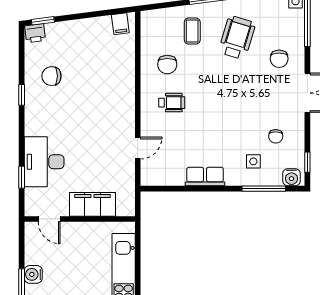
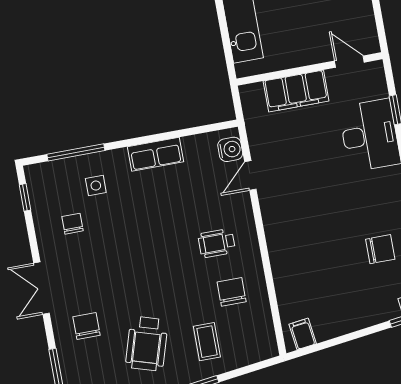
water cooler: (292, 177) -> (230, 149), moved, turned 90

